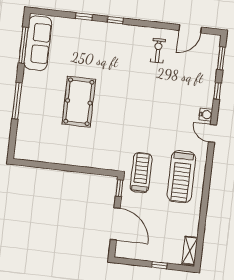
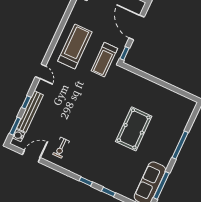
bench: (209, 81) -> (30, 112), added
water cooler: (206, 115) -> (19, 136), moved

